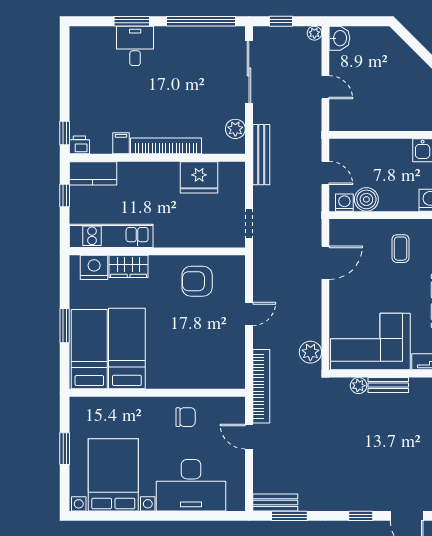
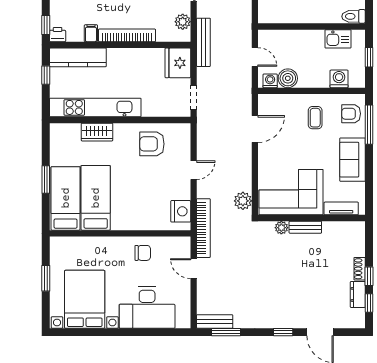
kitchen counter: (93, 173) -> (78, 57), width x1.50
fridge: (199, 177) -> (178, 63), moved, turned 90
kitchen unit: (111, 236) -> (95, 107), width x1.36
nightstand: (94, 267) -> (181, 211), moved, turned 90

